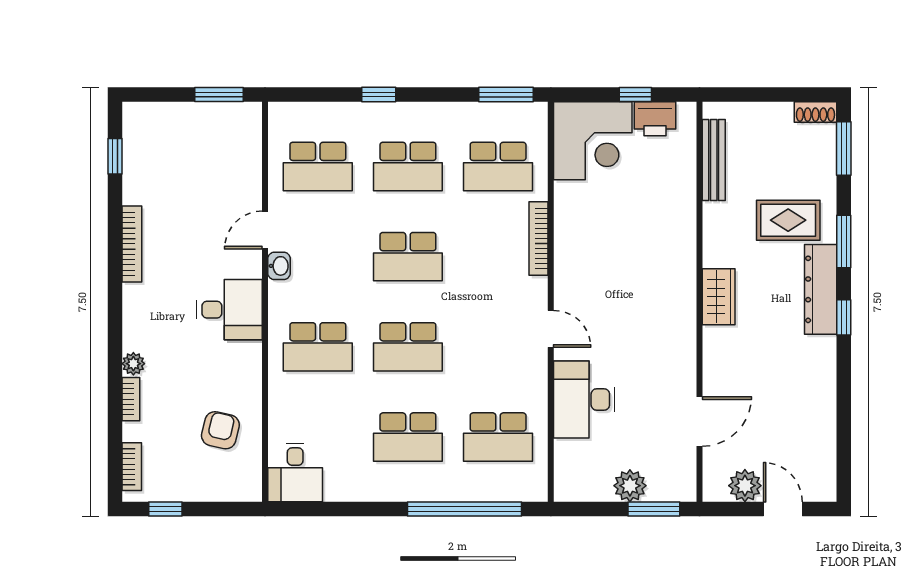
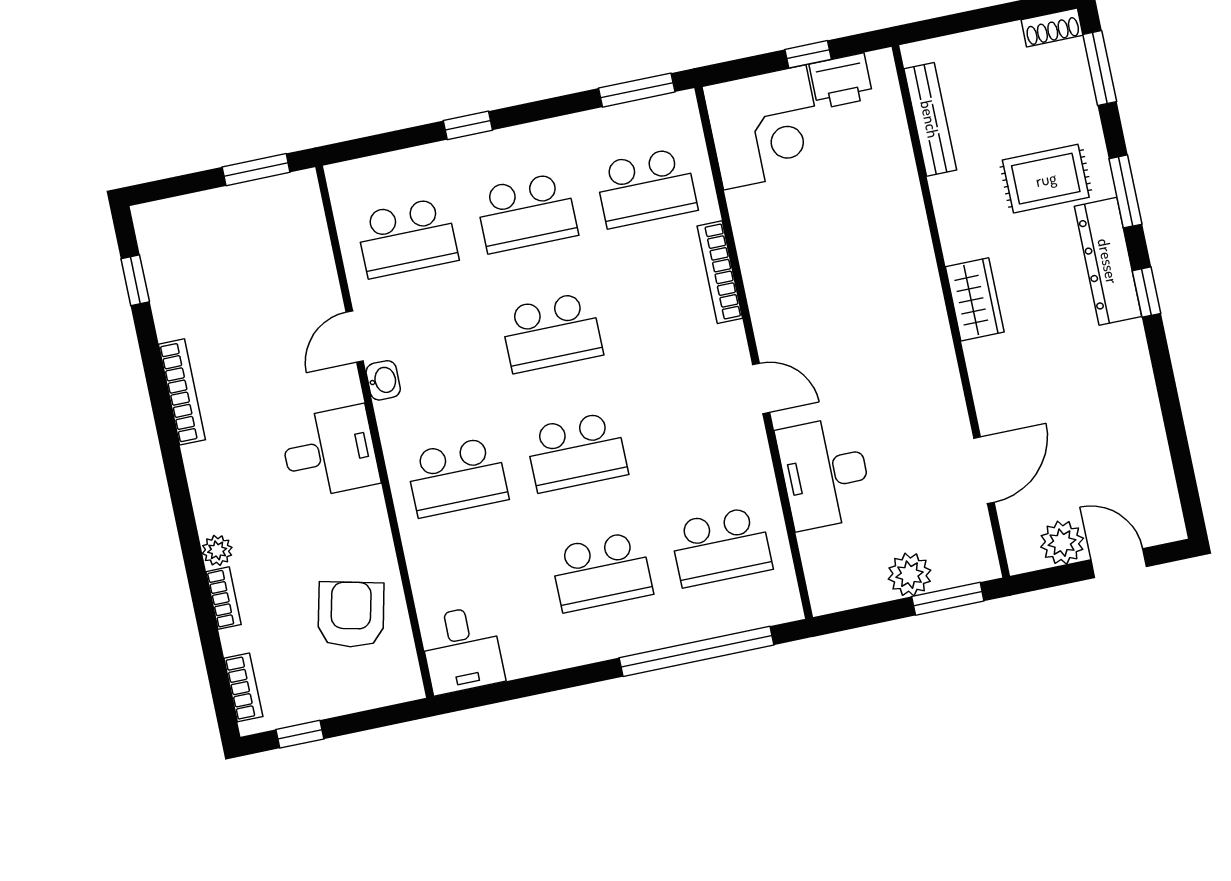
armchair: (220, 430) -> (351, 615), width x1.38, depth x1.38

